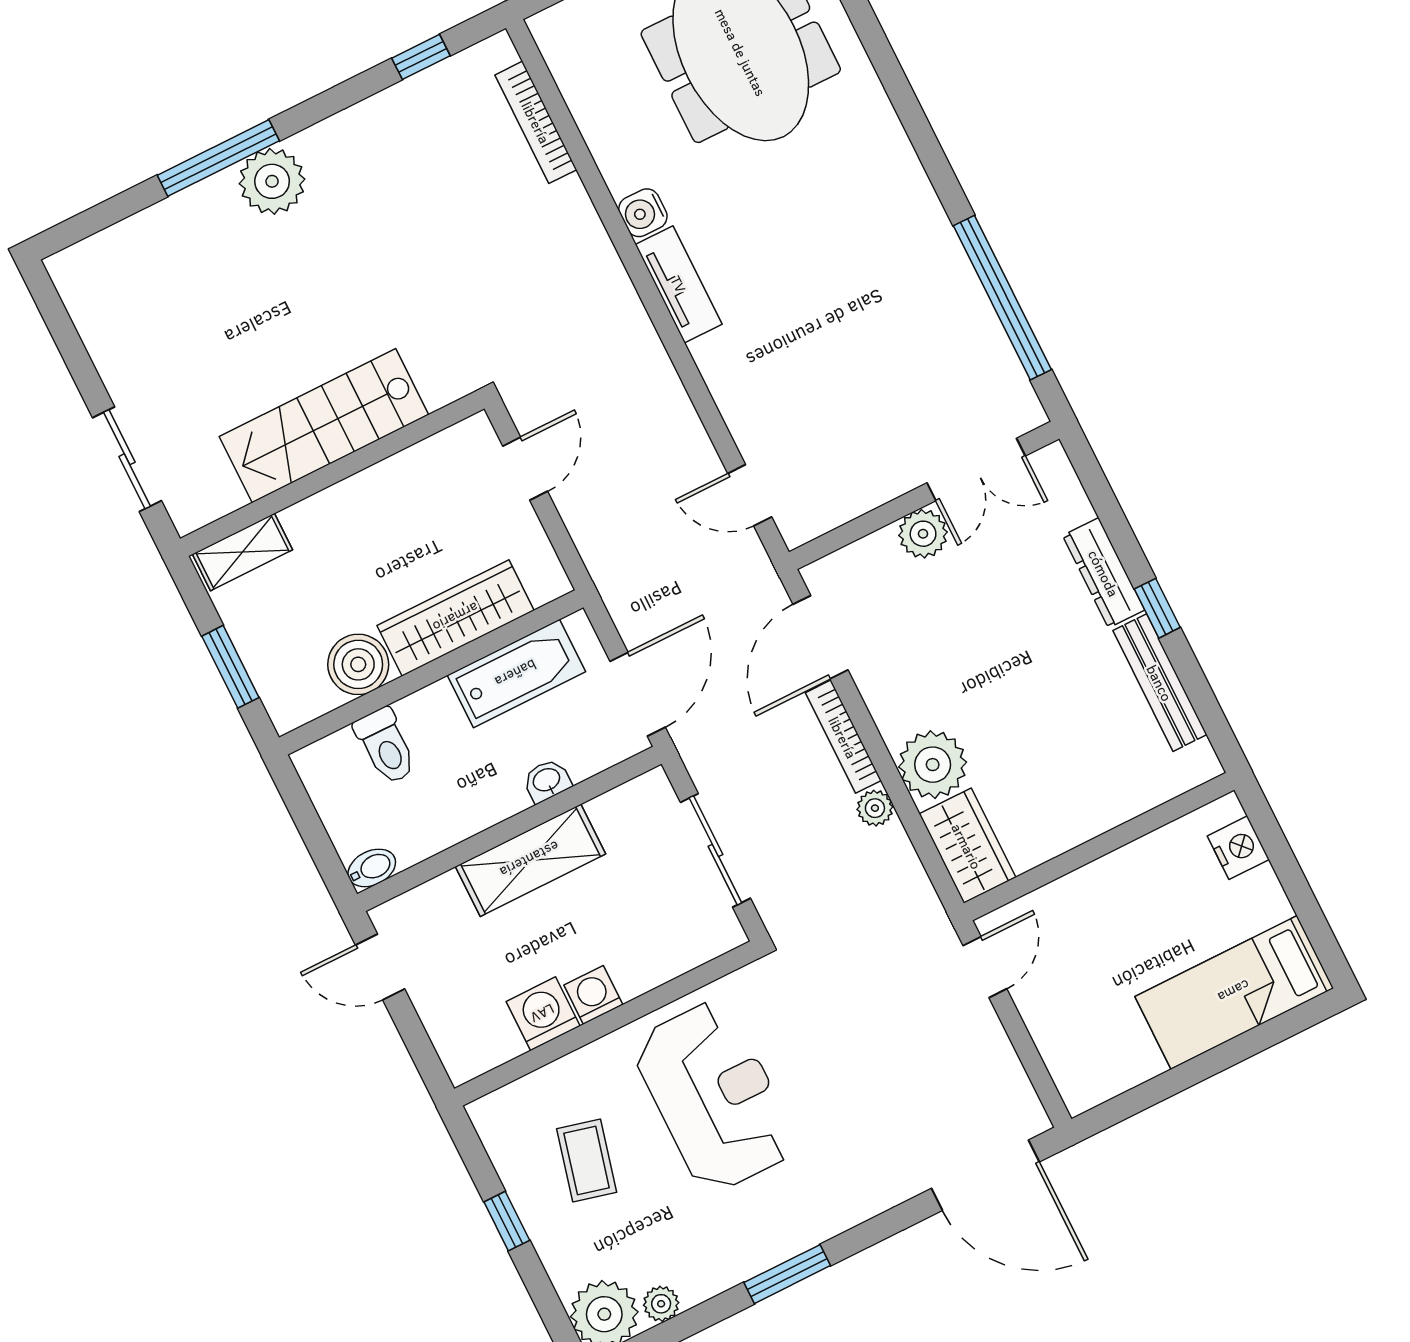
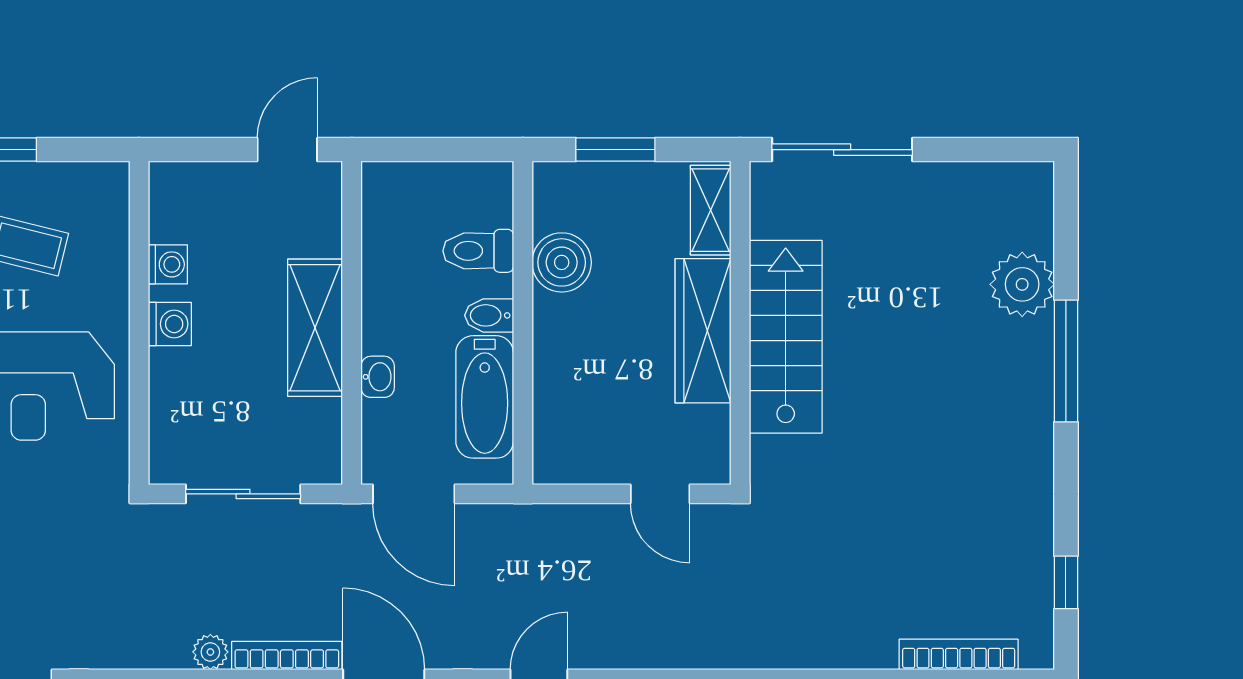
plant: (272, 181) -> (1022, 284), moved
sliding door: (127, 459) -> (842, 150), width x1.37
wardrobe: (456, 618) -> (703, 331), moved, turned 180
bidet: (372, 868) -> (489, 315), moved, turned 90
washing machine: (543, 1014) -> (168, 264), width x0.73, depth x0.73

